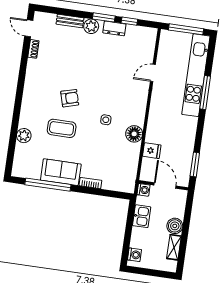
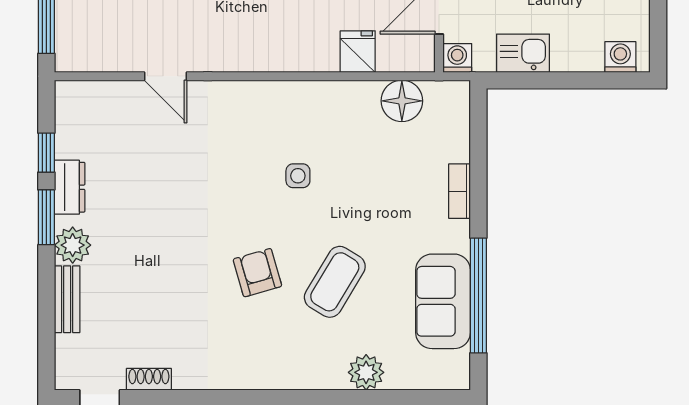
coffee table: (62, 128) -> (335, 282), turned 31
floor lamp: (134, 134) -> (402, 101), moved
sofa: (61, 172) -> (443, 301), moved

